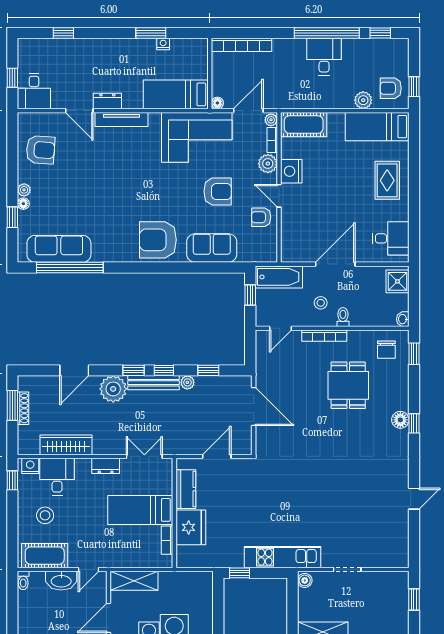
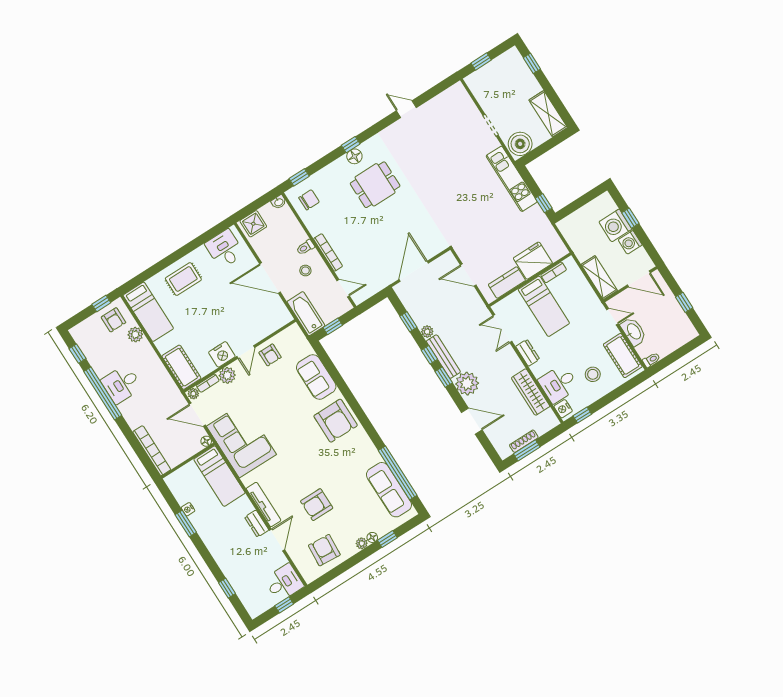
armchair: (218, 192) -> (317, 505), moved, turned -90
dining table: (348, 385) -> (375, 185), moved
boiler: (305, 580) -> (520, 144), width x1.86, depth x1.86

